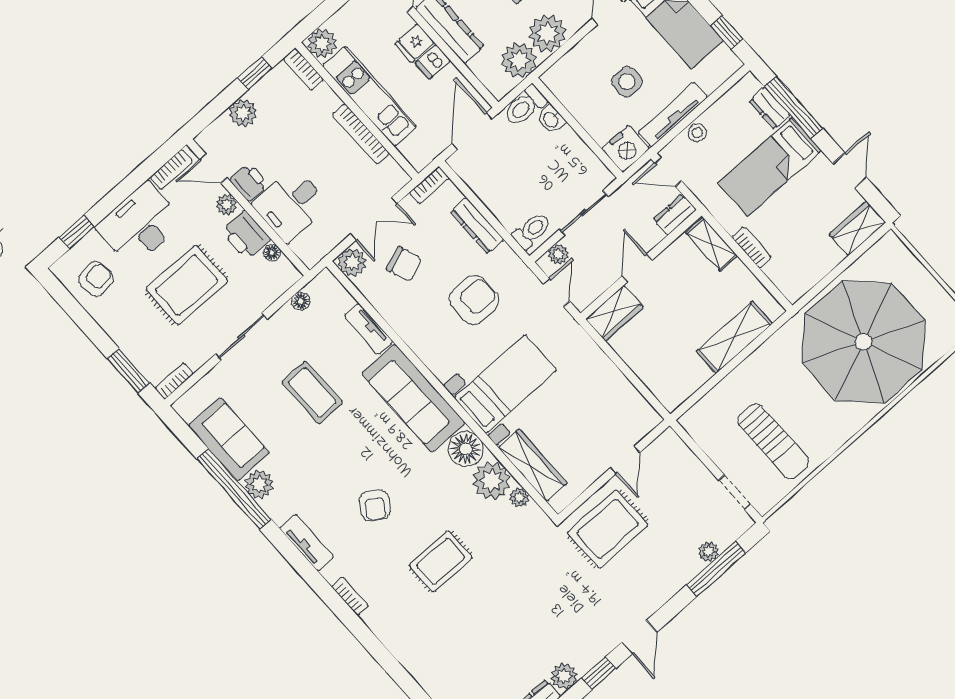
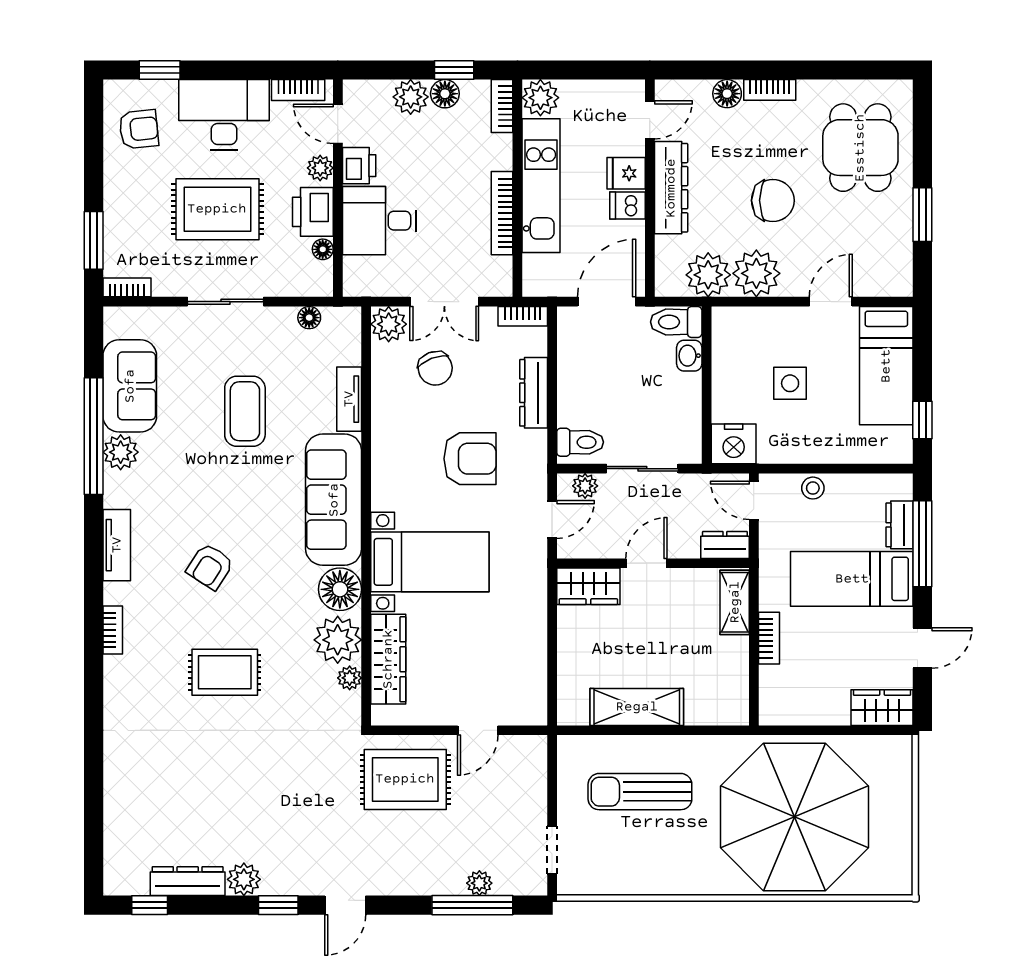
floor lamp: (262, 93) -> (445, 94), added
tv unit: (673, 115) -> (805, 451), removed
shelving: (734, 337) -> (637, 707), moved
sun lounger: (773, 441) -> (640, 792), moved, turned 90

